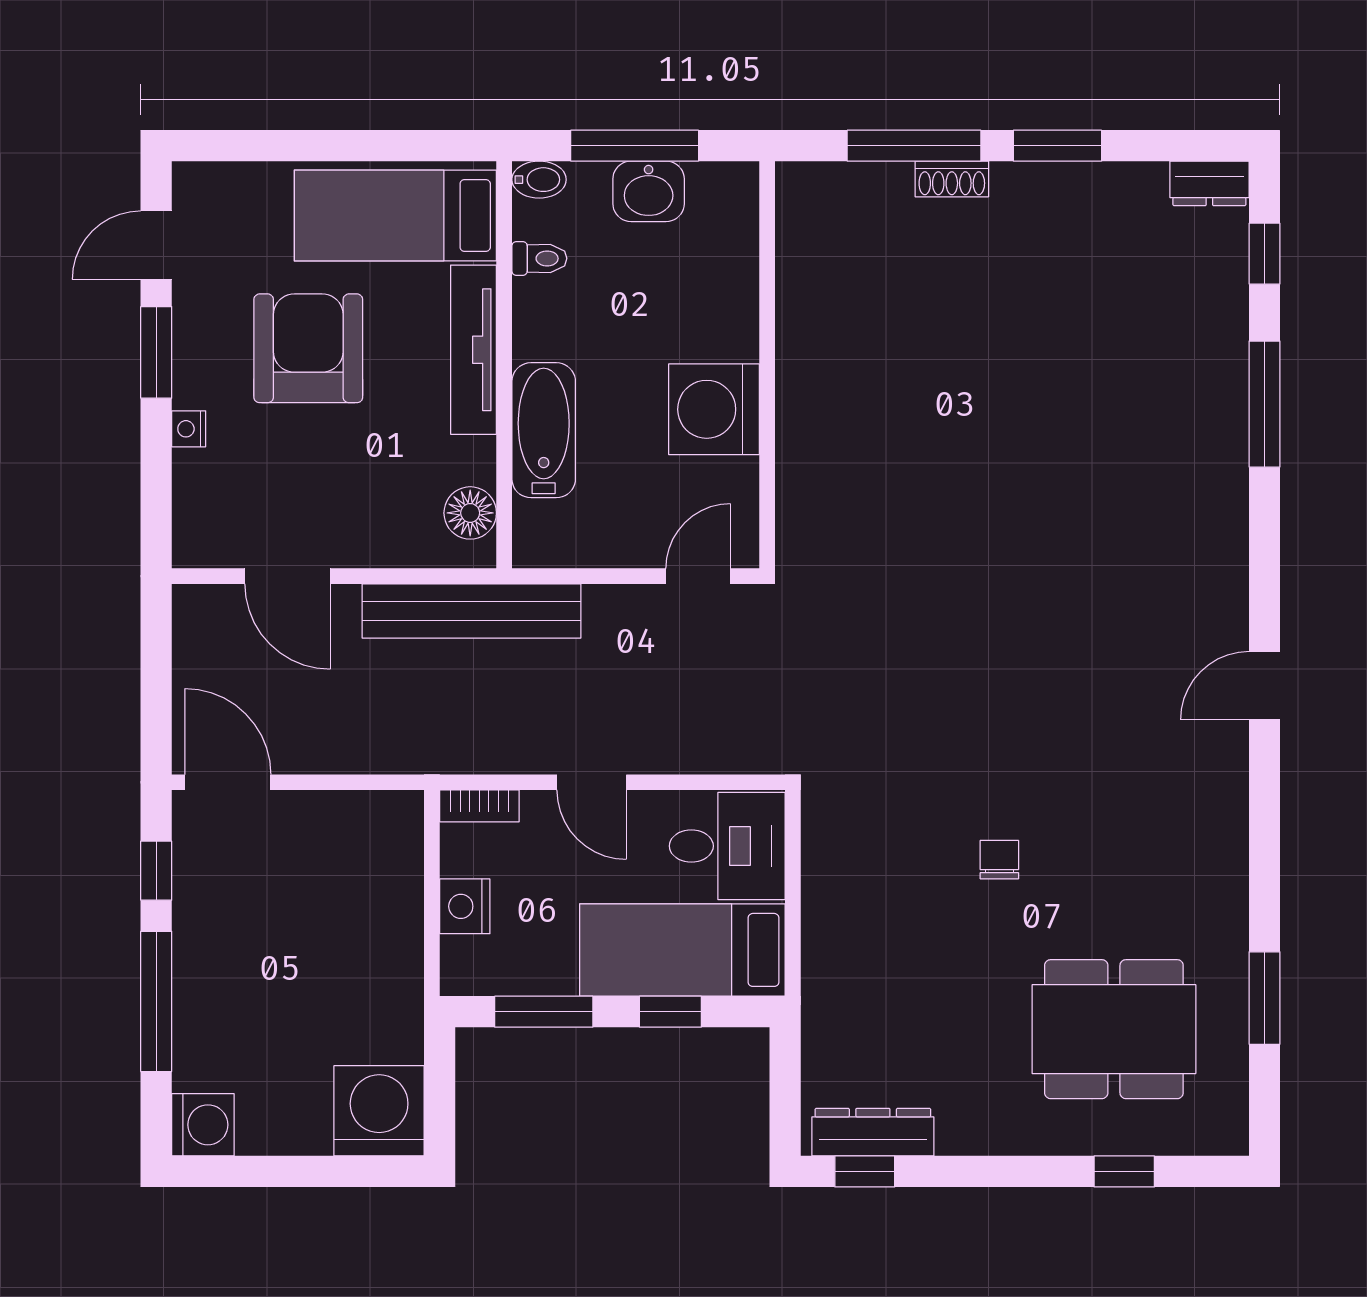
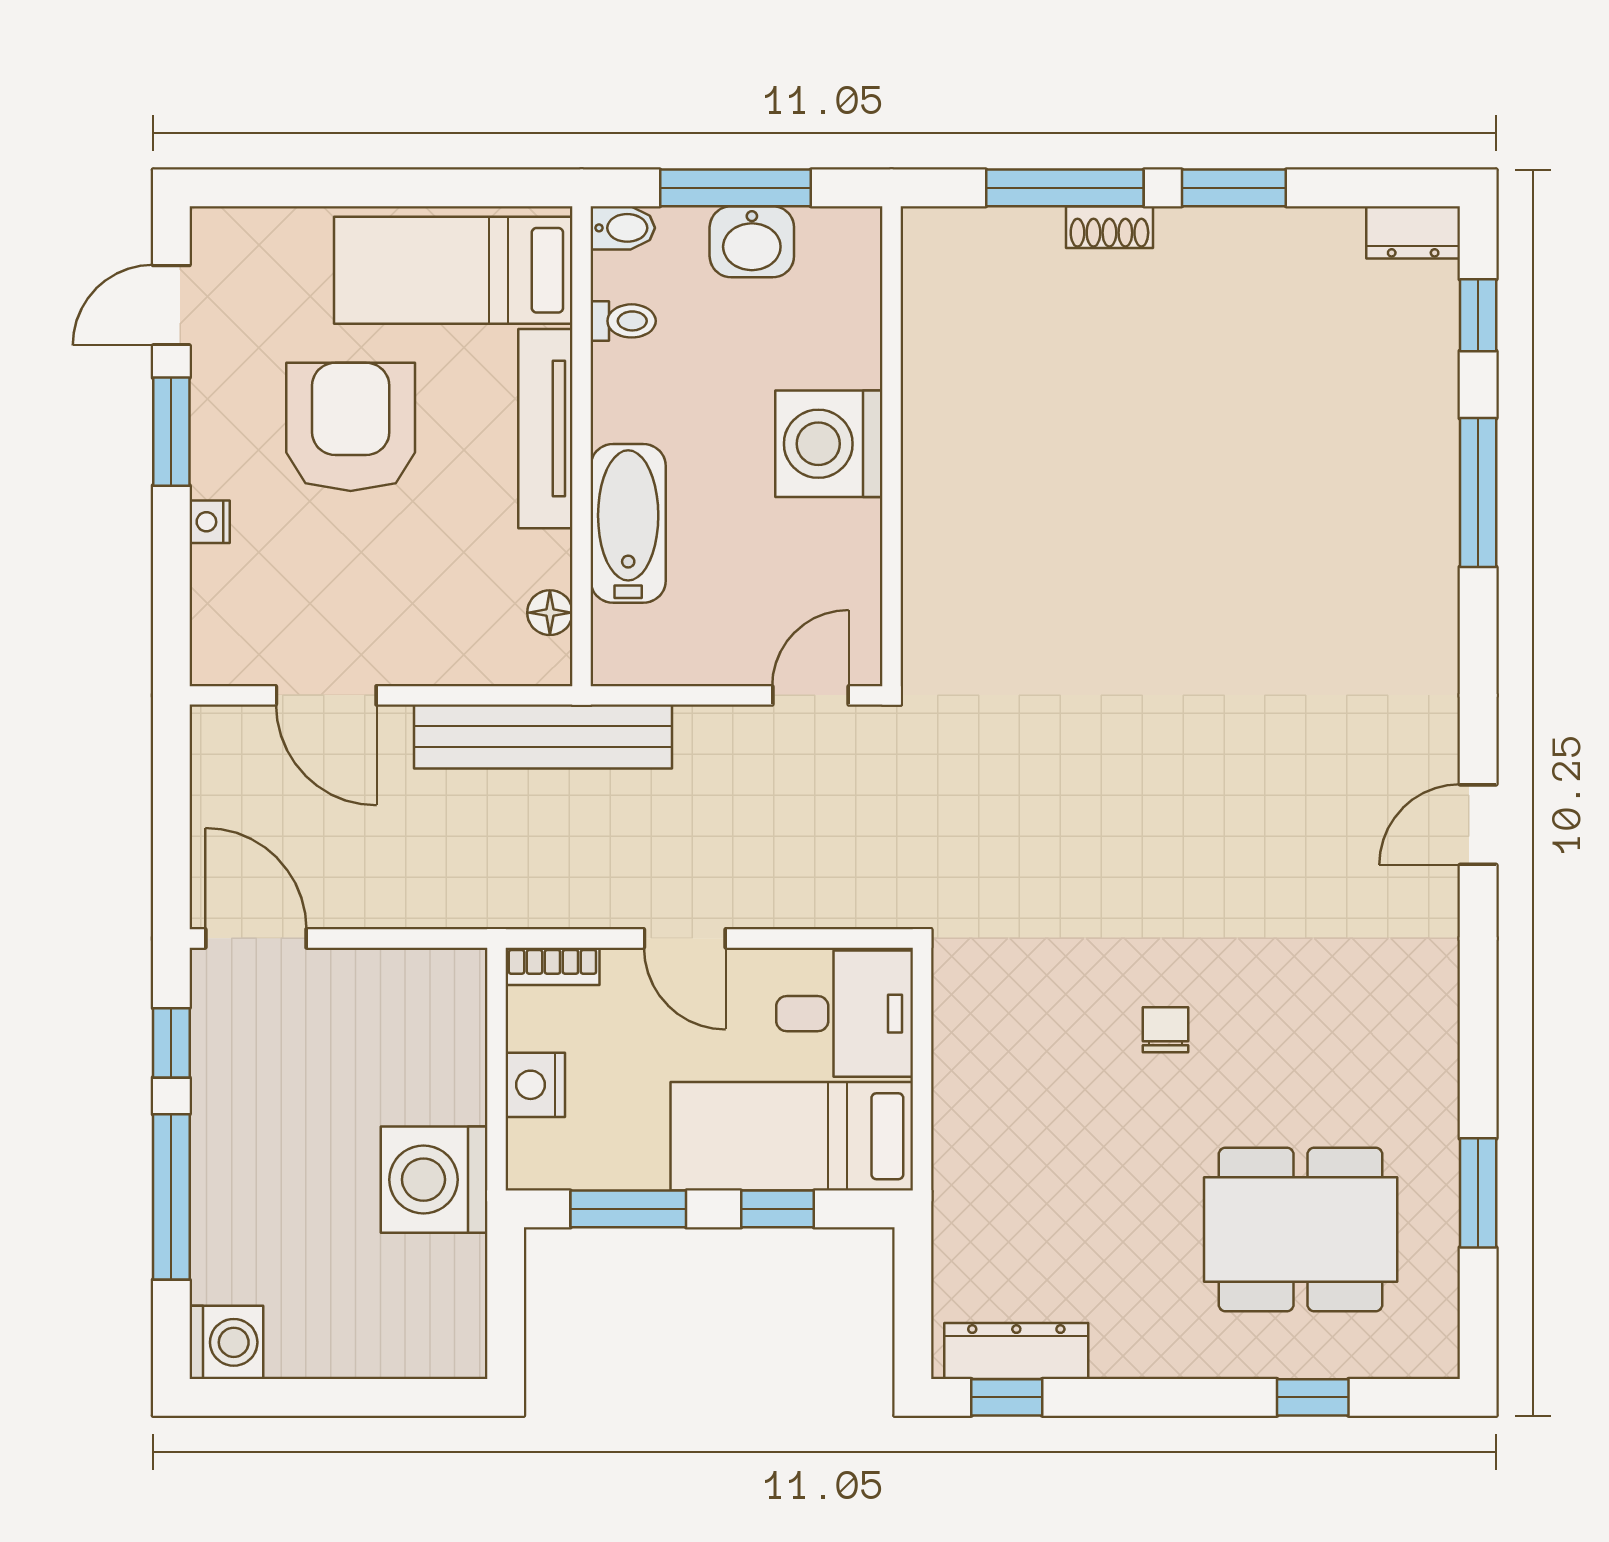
washing machine: (714, 409) -> (829, 444), moved
floor lamp: (470, 513) -> (550, 613), width x0.73, depth x0.73
washing machine: (379, 1111) -> (434, 1180), moved, turned -90

